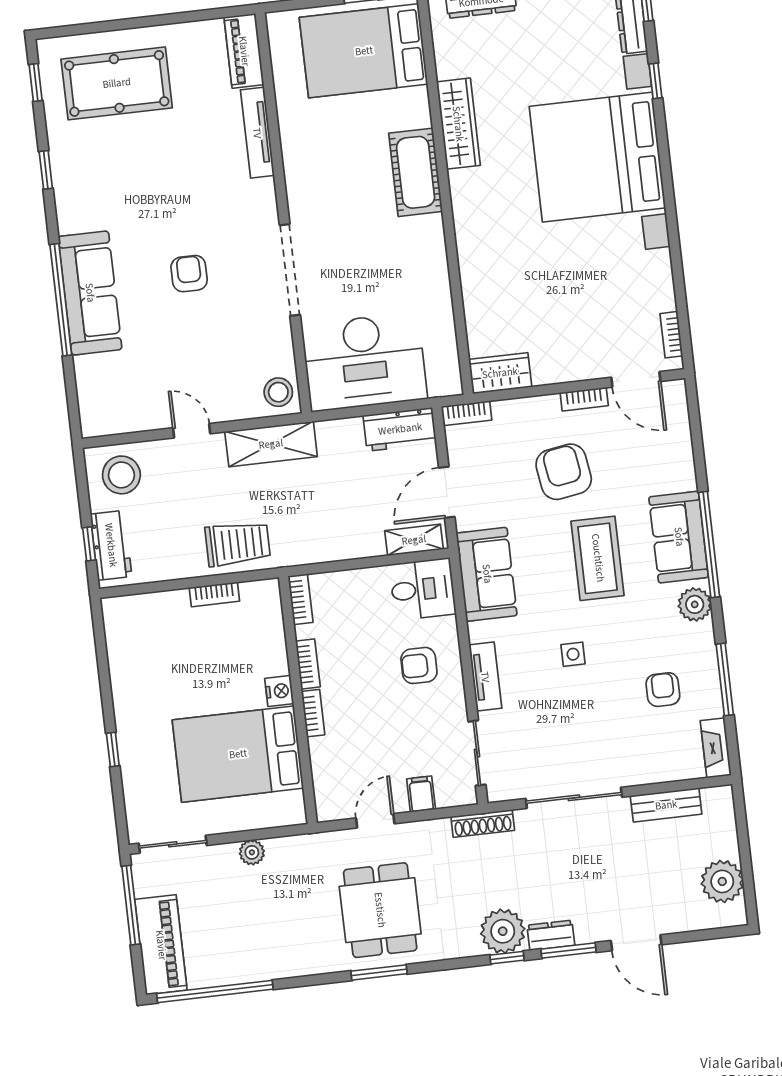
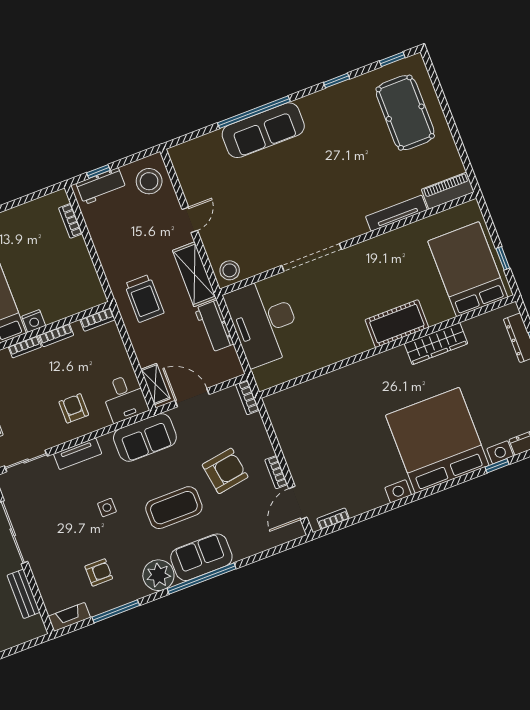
armchair: (189, 274) -> (292, 192), removed
wardrobe: (500, 373) -> (279, 413), removed
workbench: (400, 429) -> (214, 326), moved
trolley: (238, 544) -> (144, 298), moved
bookcase: (214, 594) -> (70, 221), moved
plant: (695, 604) -> (158, 575), width x1.36, depth x1.36

